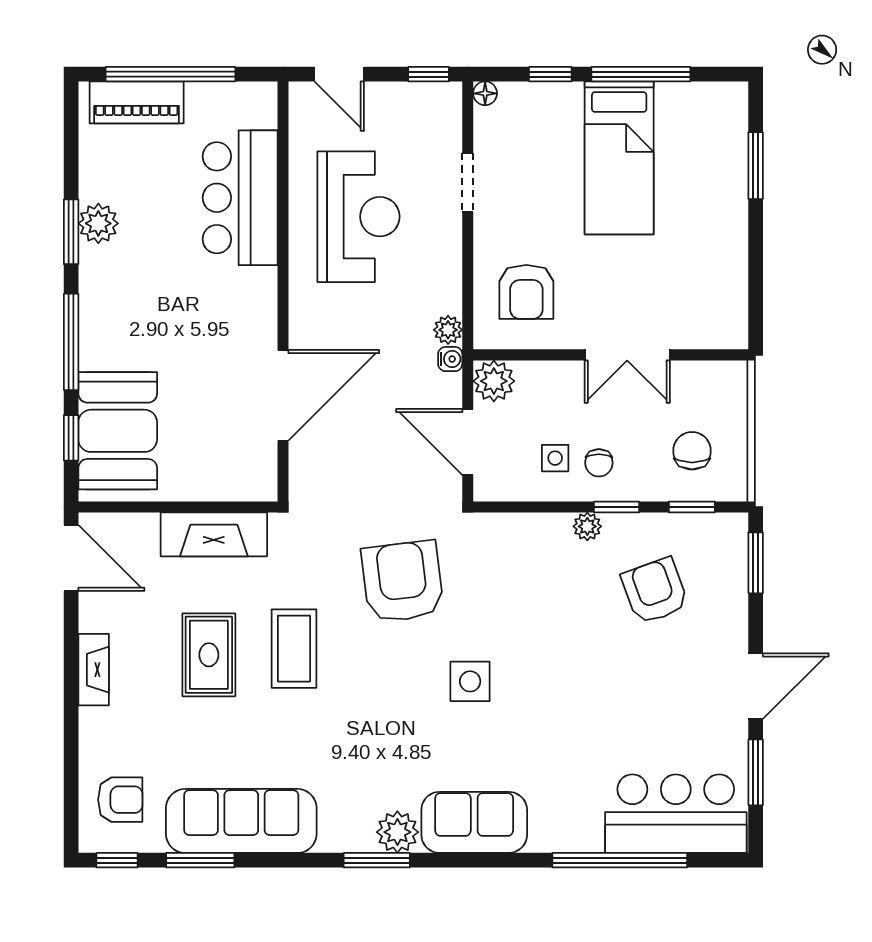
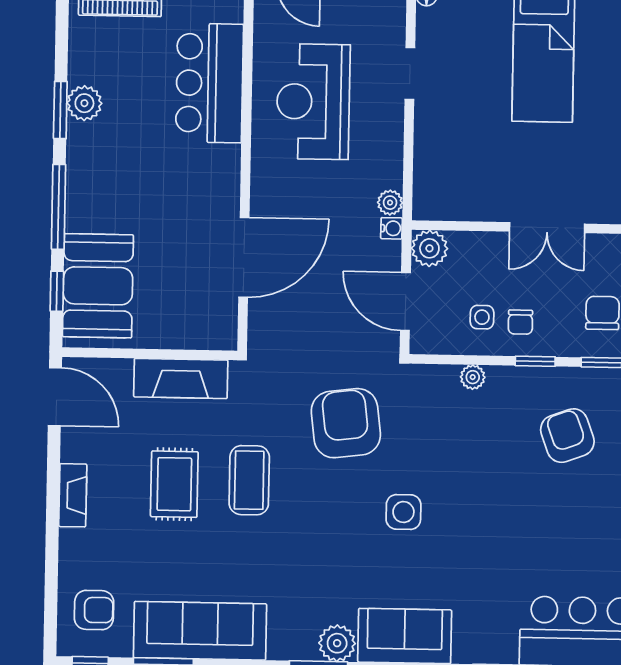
reception desk: (358, 217) -> (313, 102), turned 180
armchair: (526, 292) -> (460, 171), removed
plant: (587, 526) -> (473, 377), moved

